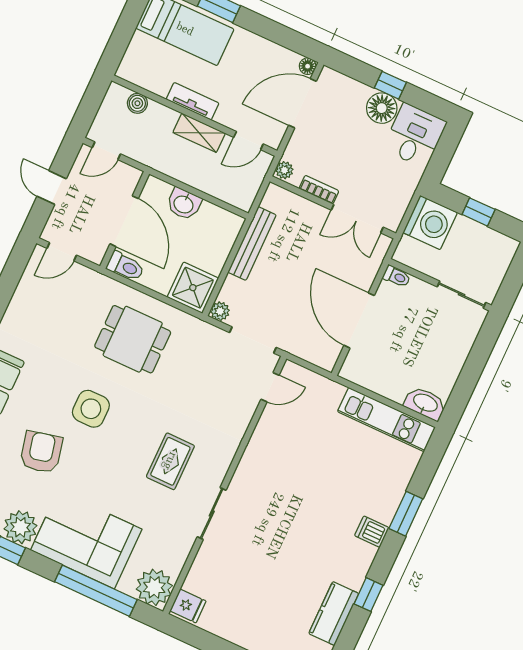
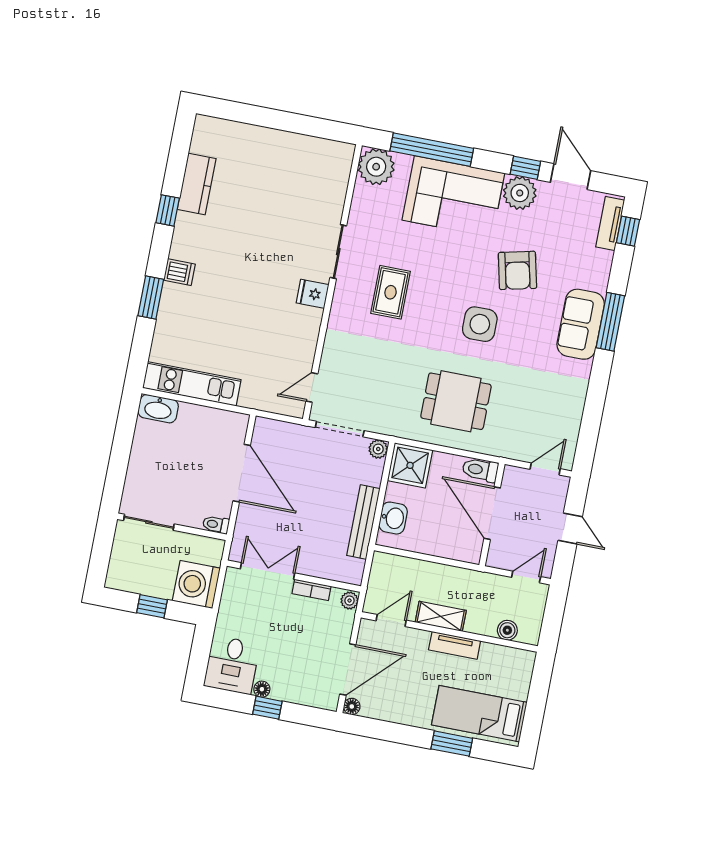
floor lamp: (382, 108) -> (262, 689), width x0.53, depth x0.53
washbasin: (184, 204) -> (393, 518), moved, turned 90
fridge: (188, 606) -> (313, 294), moved

